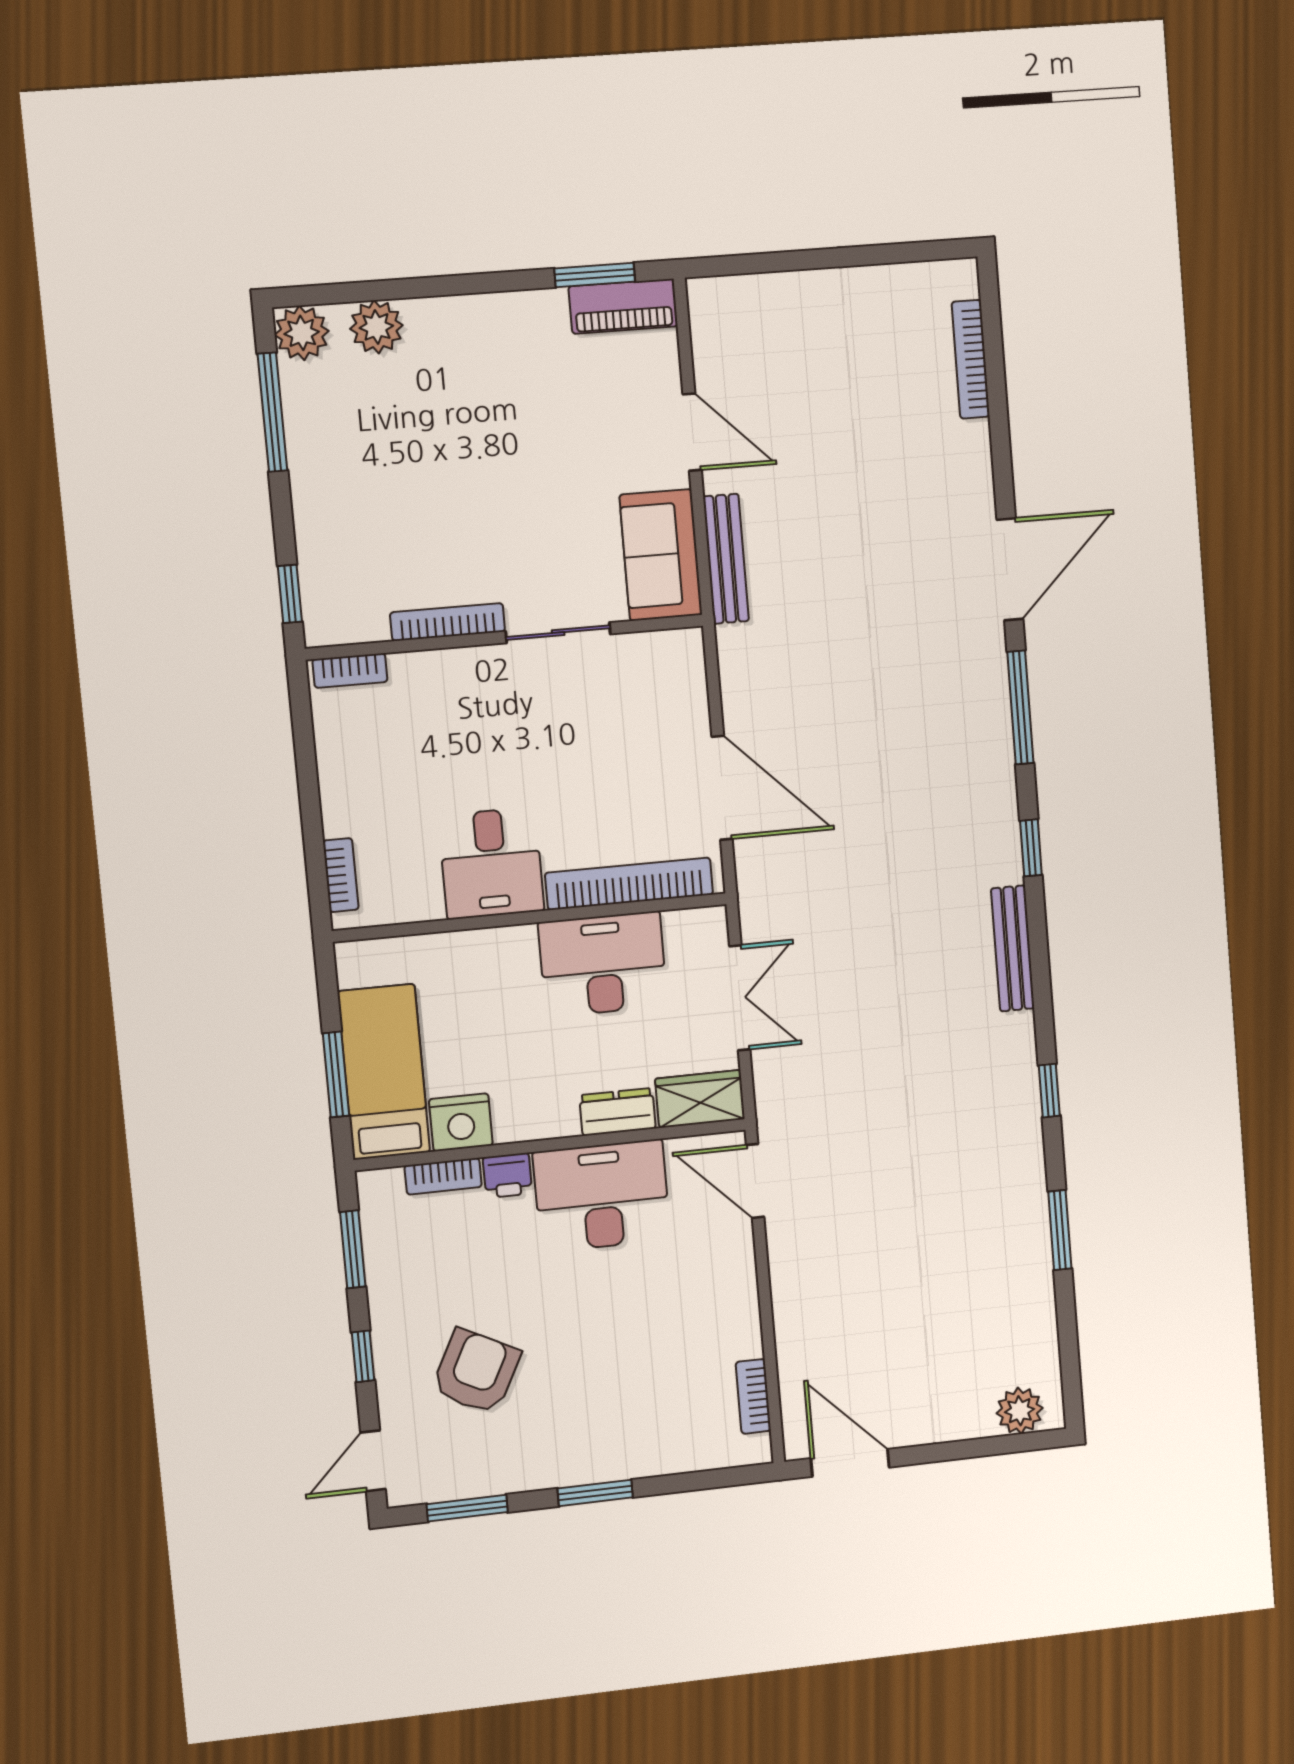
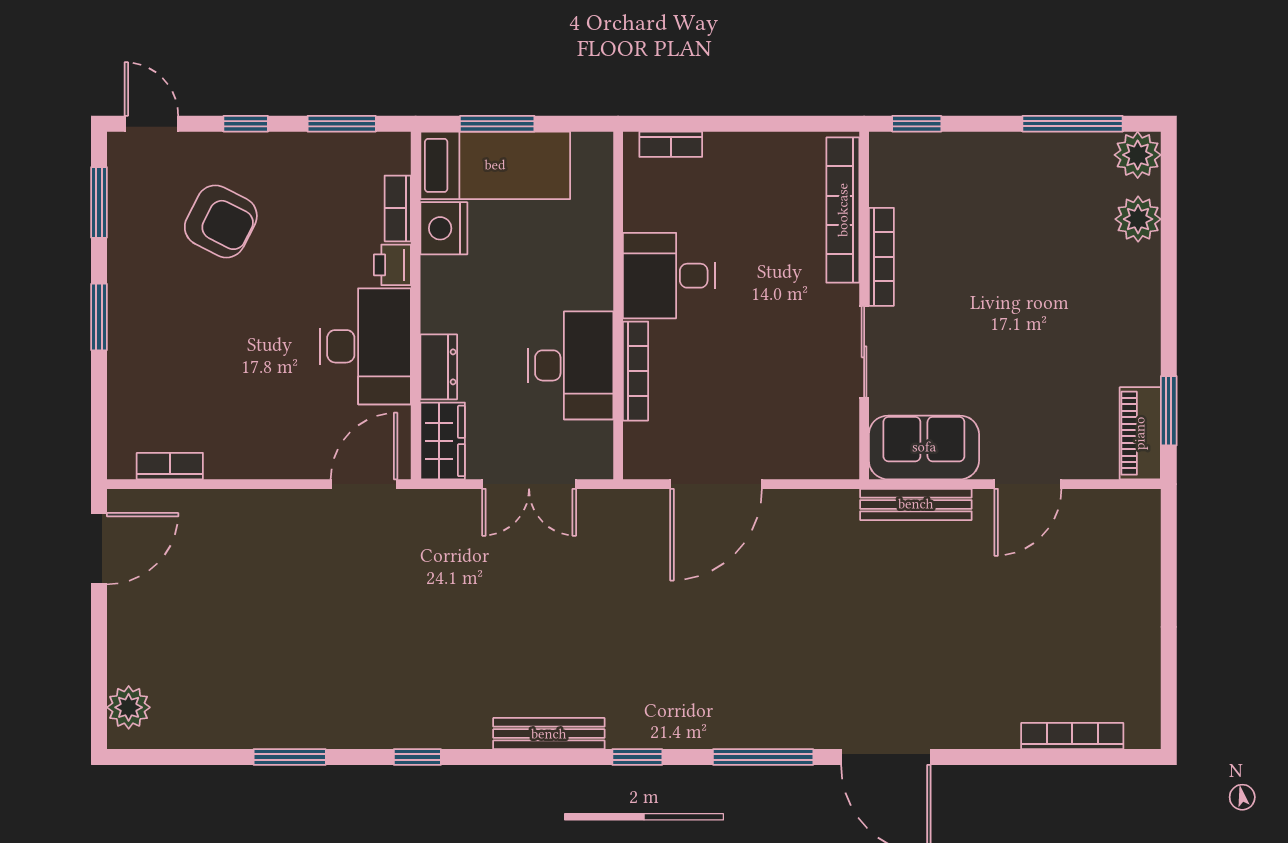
bookcase: (350, 671) -> (843, 210), width x2.31, depth x1.31
bookcase: (629, 884) -> (635, 371), width x0.68, depth x0.76

